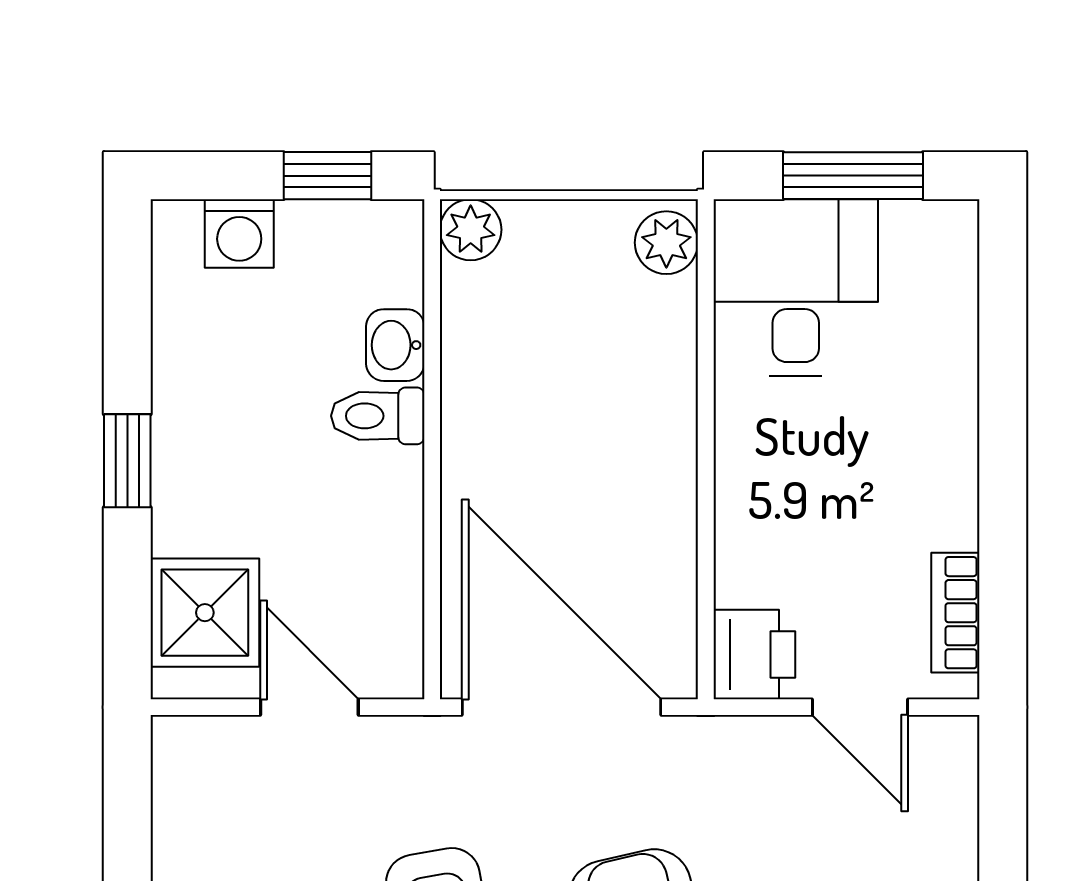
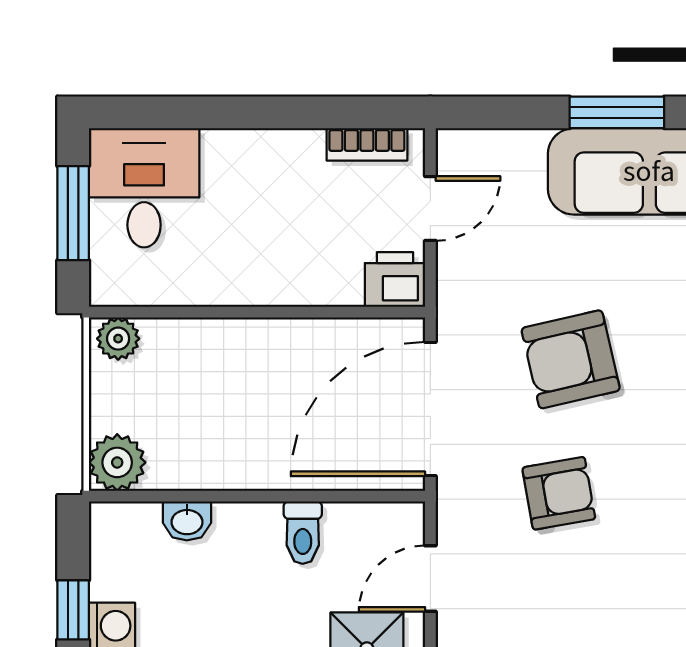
window: (328, 176) -> (73, 610), moved
plant: (471, 230) -> (117, 462), width x1.38, depth x1.38
desk: (796, 288) -> (144, 188), moved, turned 90
toilet: (378, 416) -> (303, 533), moved

